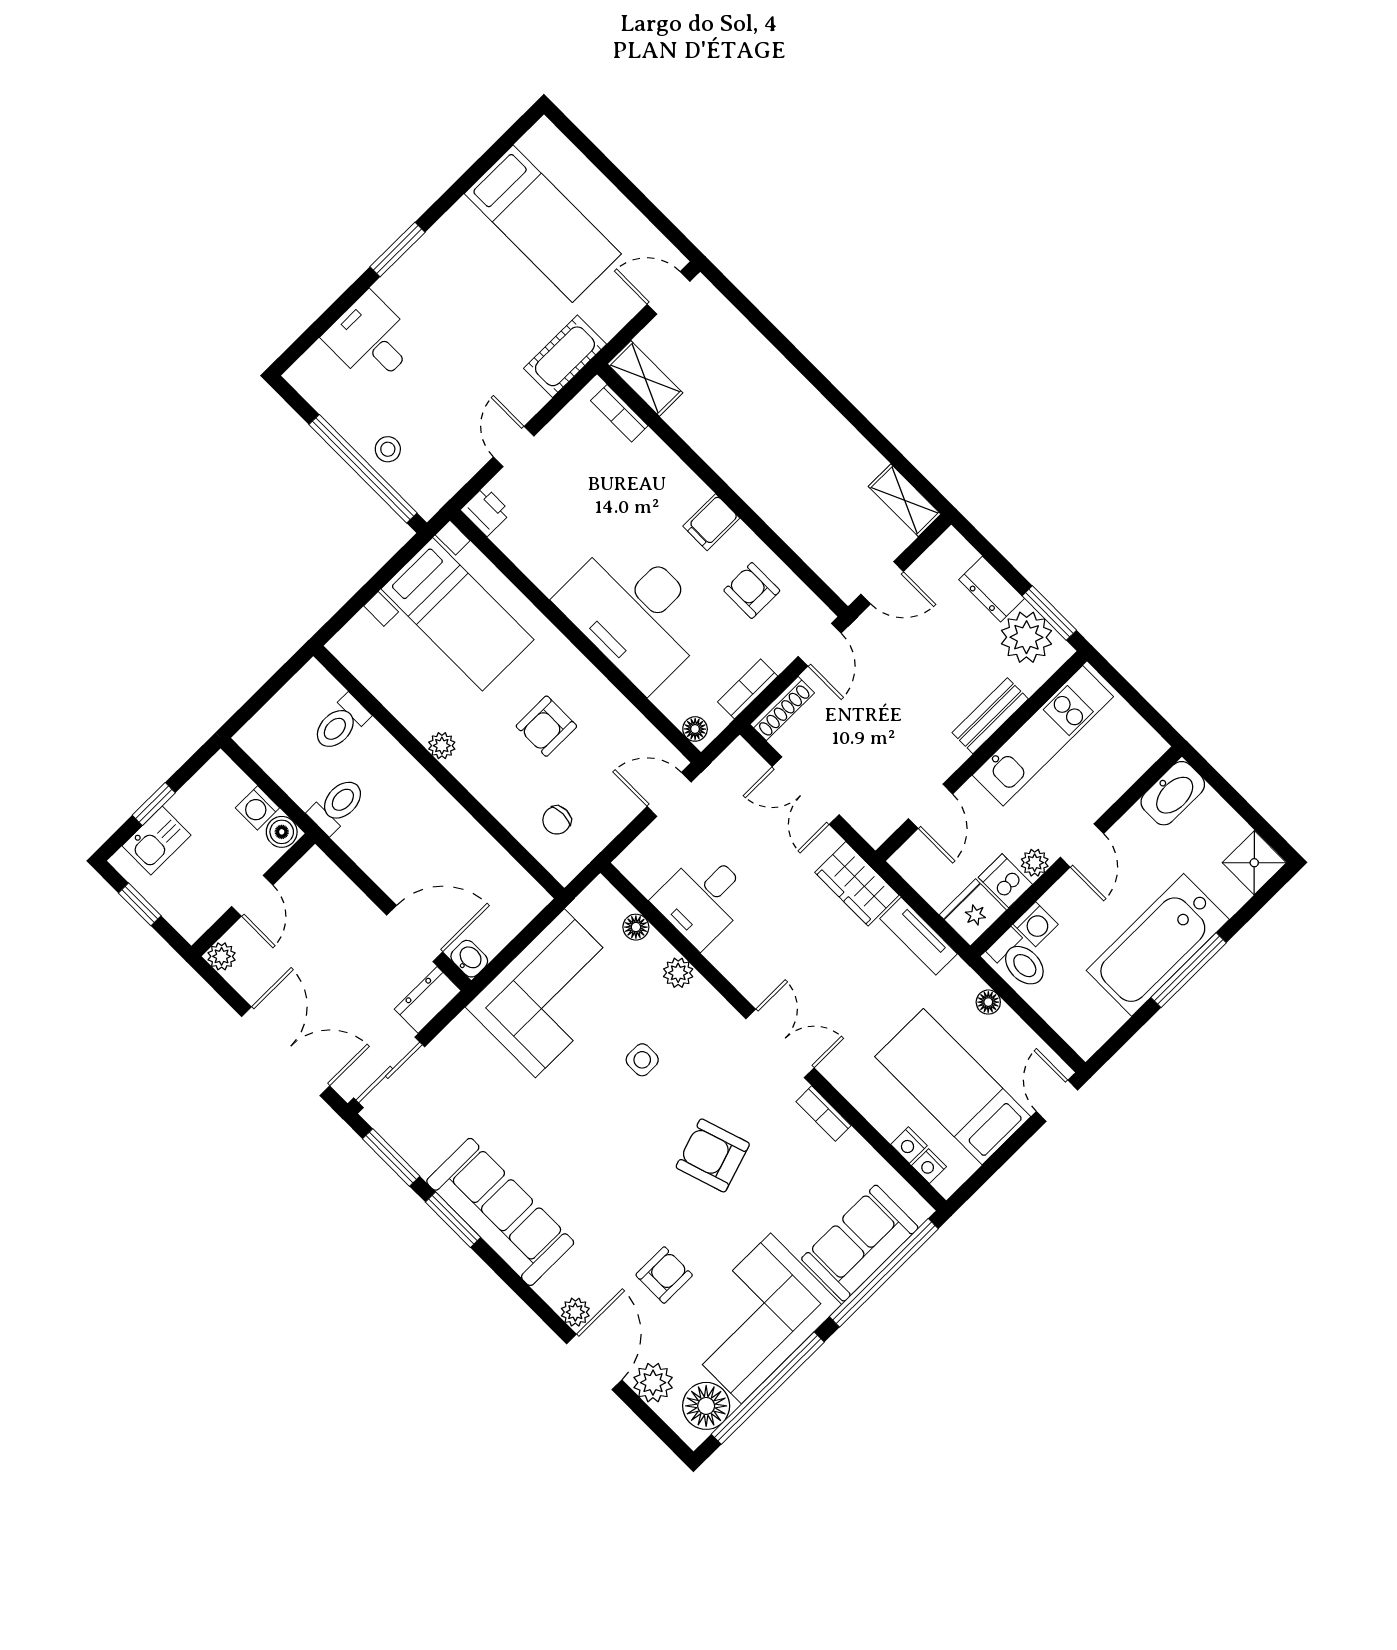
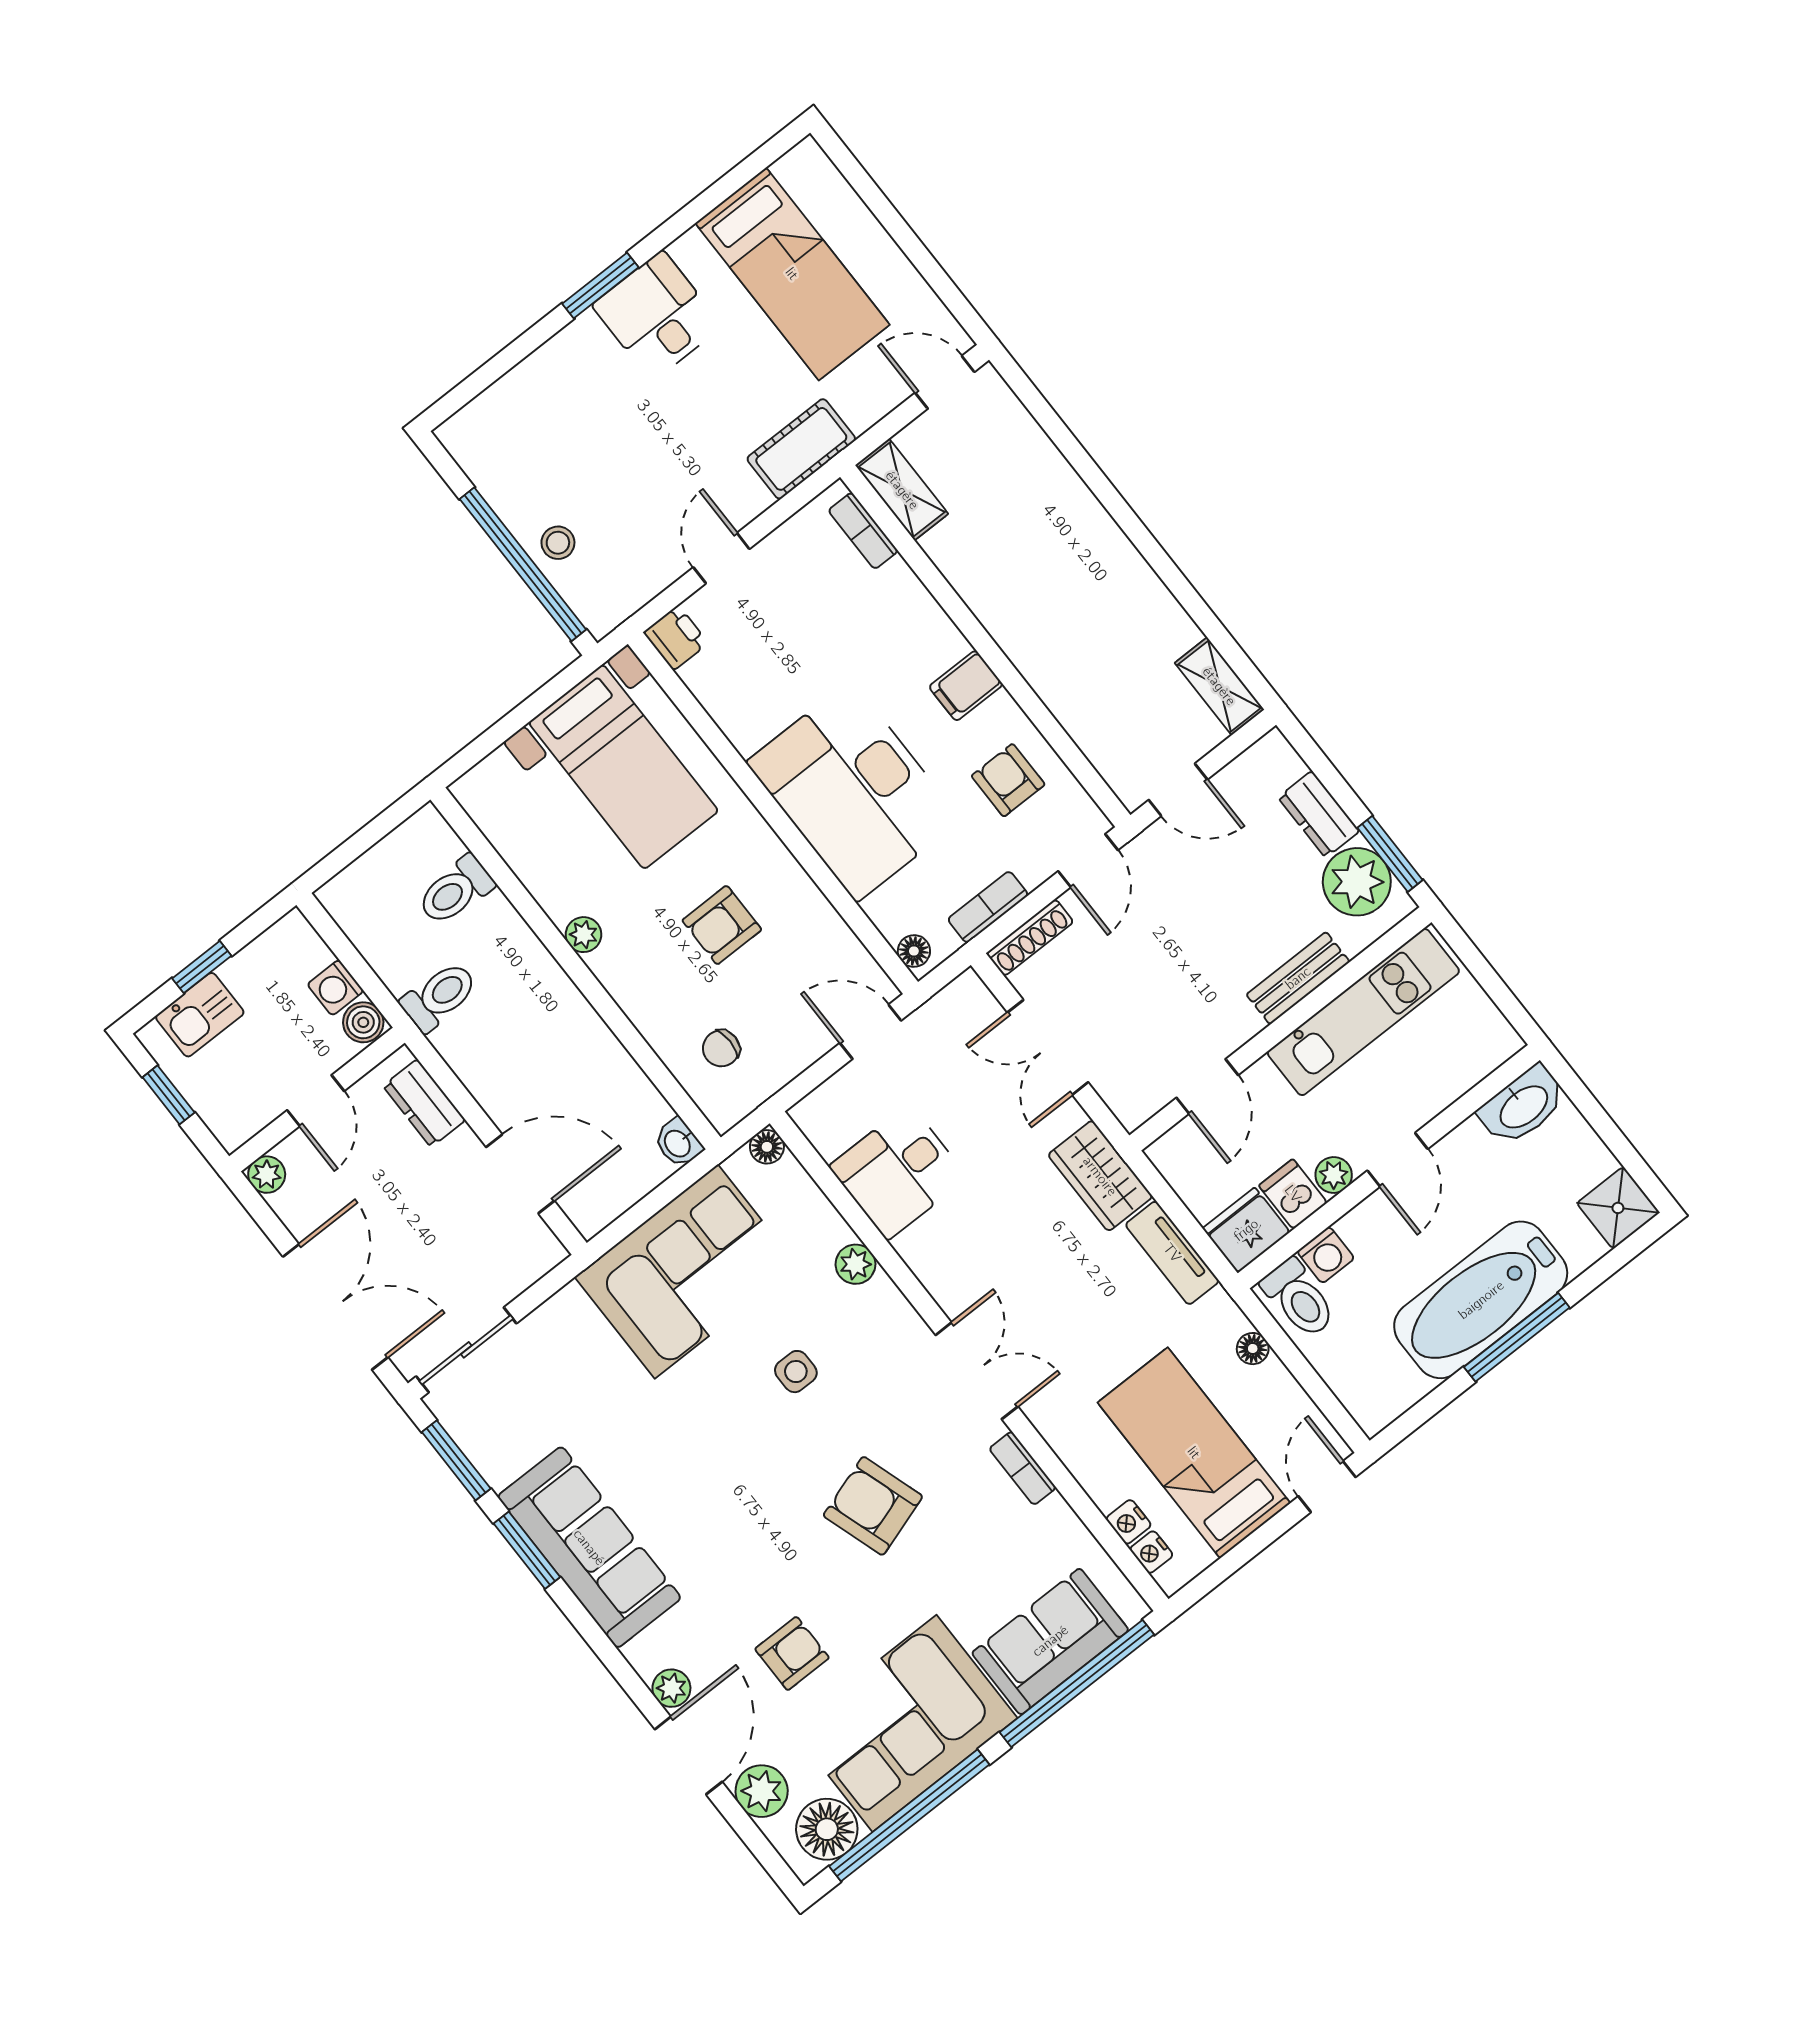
desk: (371, 339) -> (657, 316), moved
floor lamp: (636, 927) -> (767, 1147), moved
washbasin: (469, 959) -> (678, 1143), moved, turned 180
dresser: (428, 1000) -> (424, 1103), moved, turned -90

